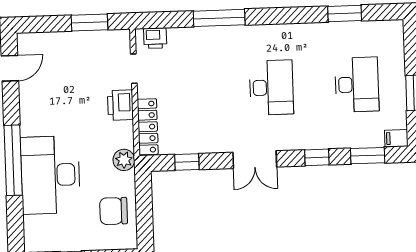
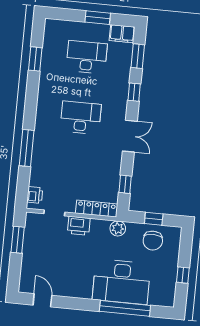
filing cabinet: (396, 138) -> (122, 34), width x2.00
window: (13, 160) -> (125, 308), moved
window: (144, 208) -> (154, 219), added

